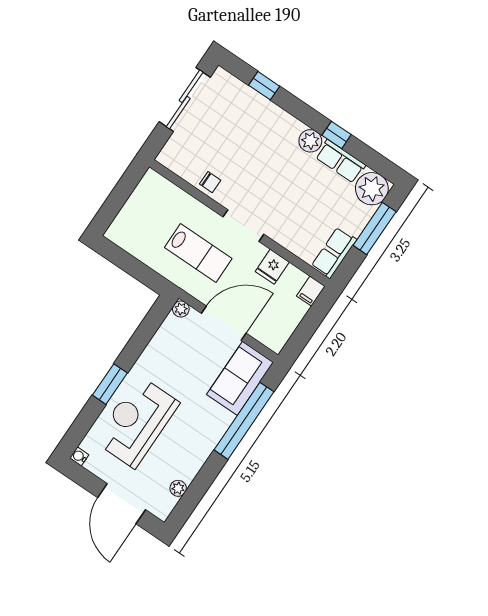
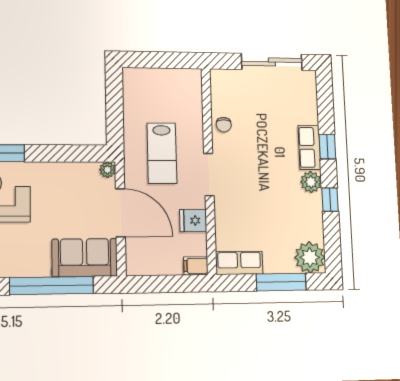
window: (264, 86) -> (327, 147), moved
row of seats: (340, 161) -> (309, 147), moved

